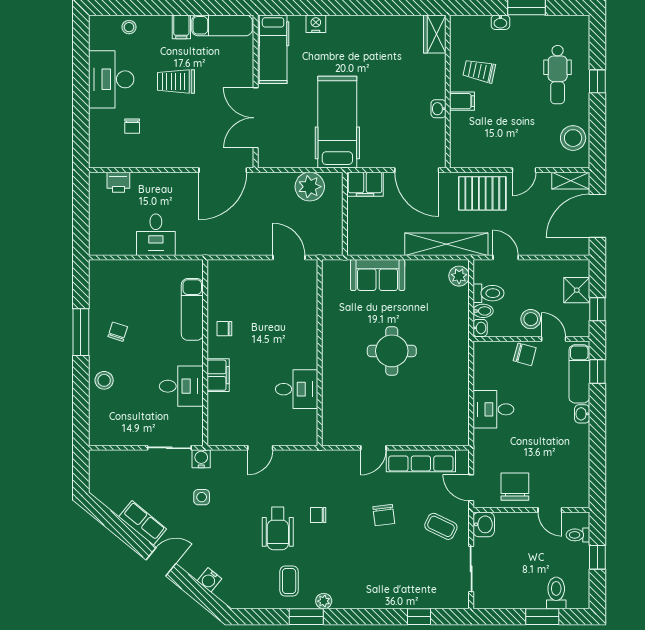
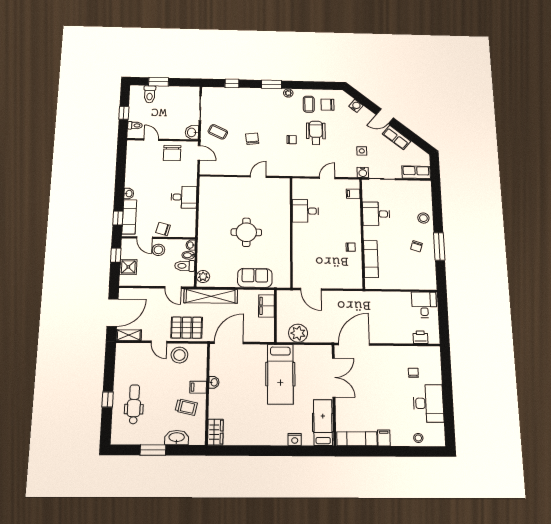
washbasin: (500, 22) -> (177, 438), width x1.91, depth x1.45
trolley: (176, 81) -> (386, 402), removed
stool: (573, 138) -> (179, 355), moved
door: (417, 170) -> (229, 343), hinge flipped
door: (524, 170) -> (159, 342), swing flipped
filing cabinet: (365, 184) -> (266, 306), moved, turned -90
desk: (156, 235) -> (424, 305), moved
filing cabinet: (218, 375) -> (353, 194), moved, width x0.50
row of seats: (421, 461) -> (416, 172), moved, width x0.68
chair: (257, 581) -> (328, 105), added
window: (306, 617) -> (271, 84), moved

